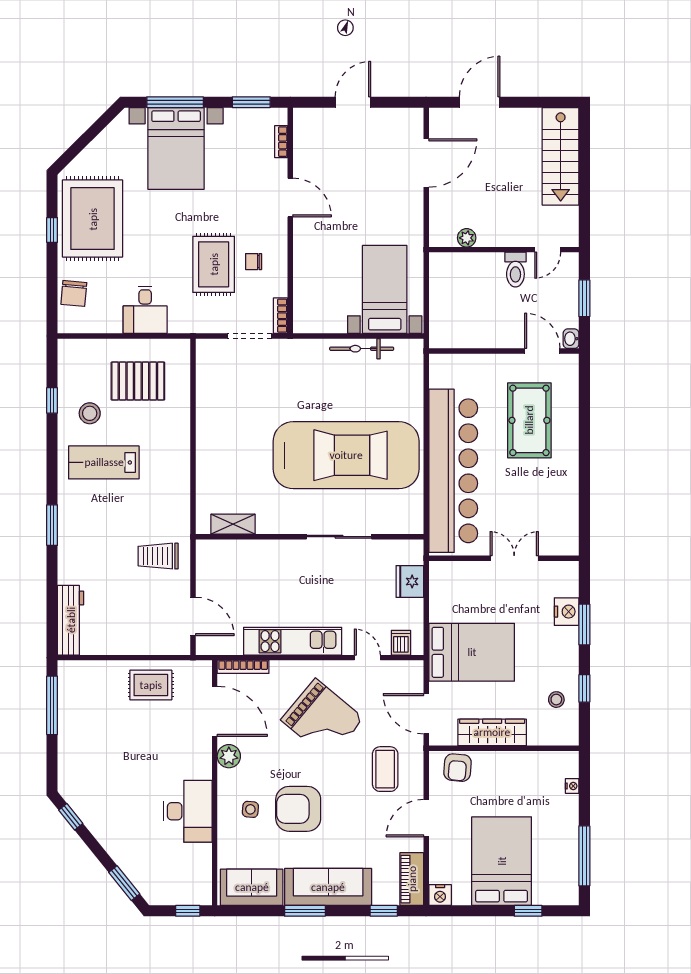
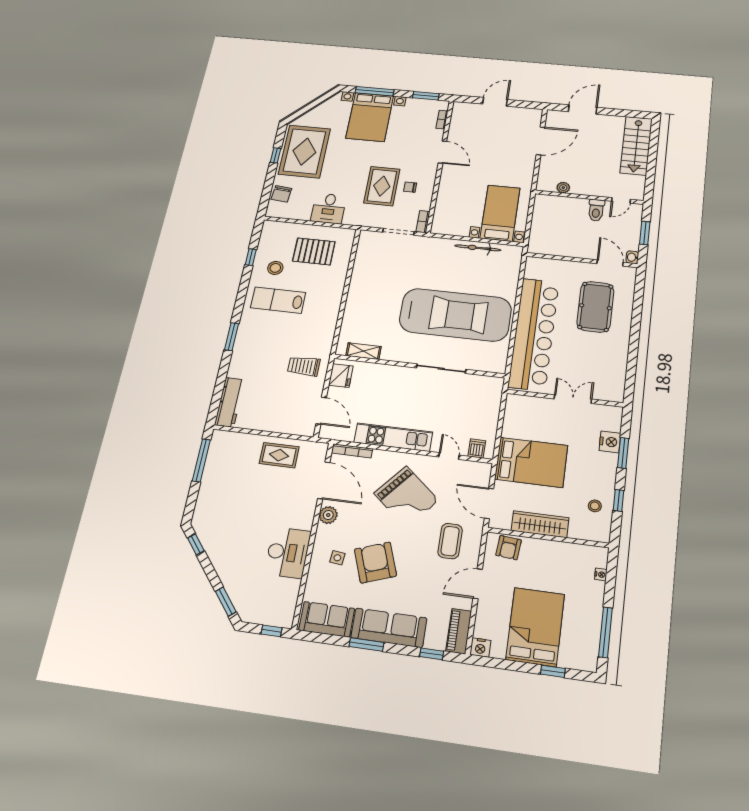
fridge: (410, 581) -> (341, 376), moved, turned 180
armchair: (298, 809) -> (375, 562), turned 70

